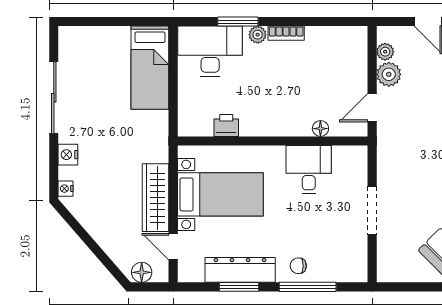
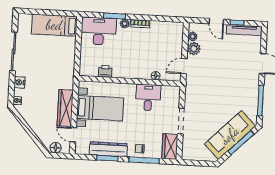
bed: (150, 68) -> (54, 25), moved, turned 90
wardrobe: (354, 259) -> (170, 147), added

